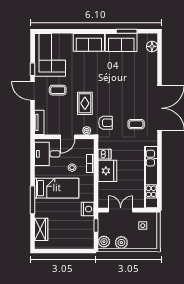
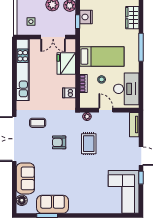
sofa: (89, 42) -> (25, 178), moved, turned 90
coffee table: (58, 90) -> (116, 157), removed
armchair: (105, 123) -> (59, 142), moved
door: (68, 137) -> (106, 110), hinge flipped
desk: (47, 154) -> (126, 89), width x1.37
fridge: (107, 171) -> (66, 63), moved
bed: (57, 188) -> (102, 56), moved, turned 180
nightstand: (88, 209) -> (86, 17), moved

